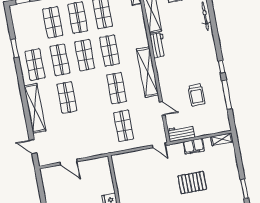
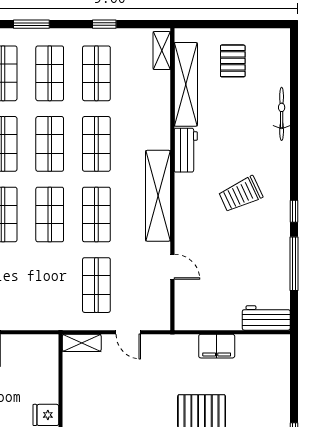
shop shelf: (92, 93) -> (50, 214), added
trolley: (197, 95) -> (241, 194), moved, turned 65
workbench: (181, 133) -> (266, 318), moved
shelving: (222, 139) -> (82, 343), moved
door: (159, 145) -> (128, 332), moved

